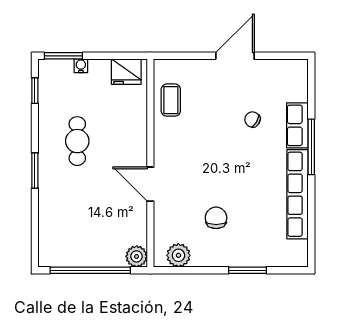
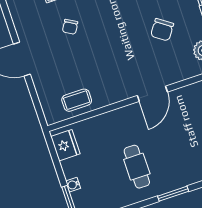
cafe table: (77, 141) -> (137, 167), turned 90
chair: (216, 218) -> (162, 30), turned -55

